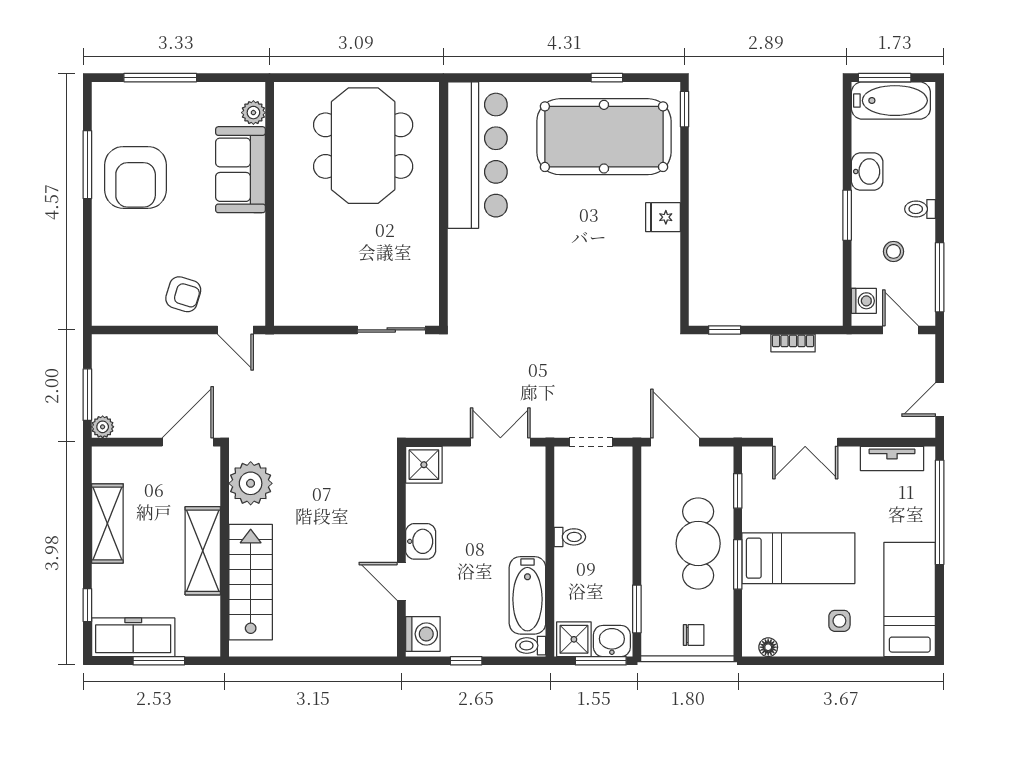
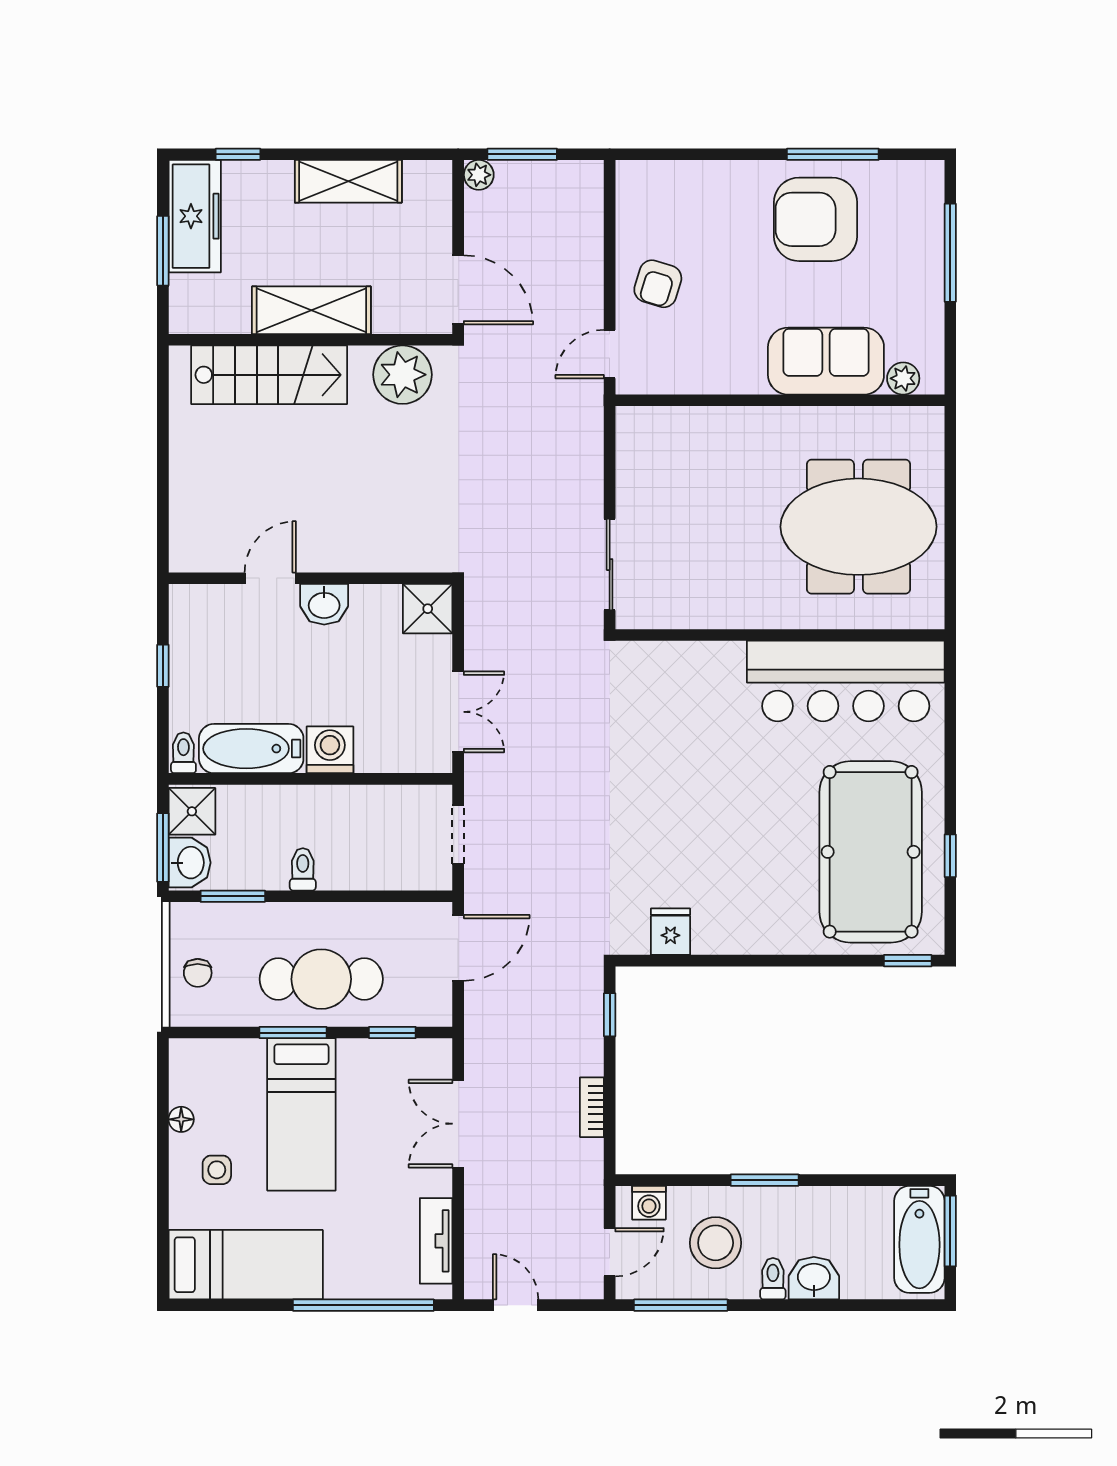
washbasin: (867, 172) -> (814, 1278), moved, turned 180
fridge: (663, 217) -> (670, 932), moved
stool: (893, 251) -> (716, 1243), width x1.89, depth x1.89
toilet: (570, 537) -> (303, 869), moved, turned 180
washing machine: (423, 634) -> (330, 750), moved, turned 180
floor lamp: (768, 647) -> (181, 1119), moved

